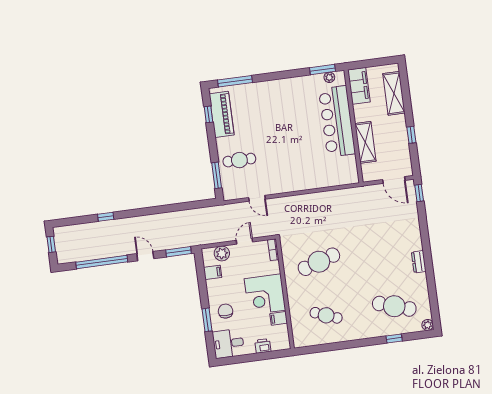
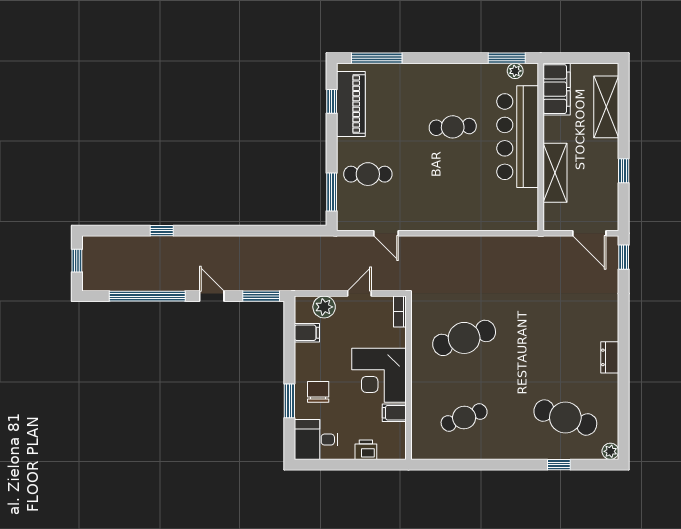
cafe table: (292, 121) -> (453, 127), added
cafe table: (326, 315) -> (464, 418), turned -42

